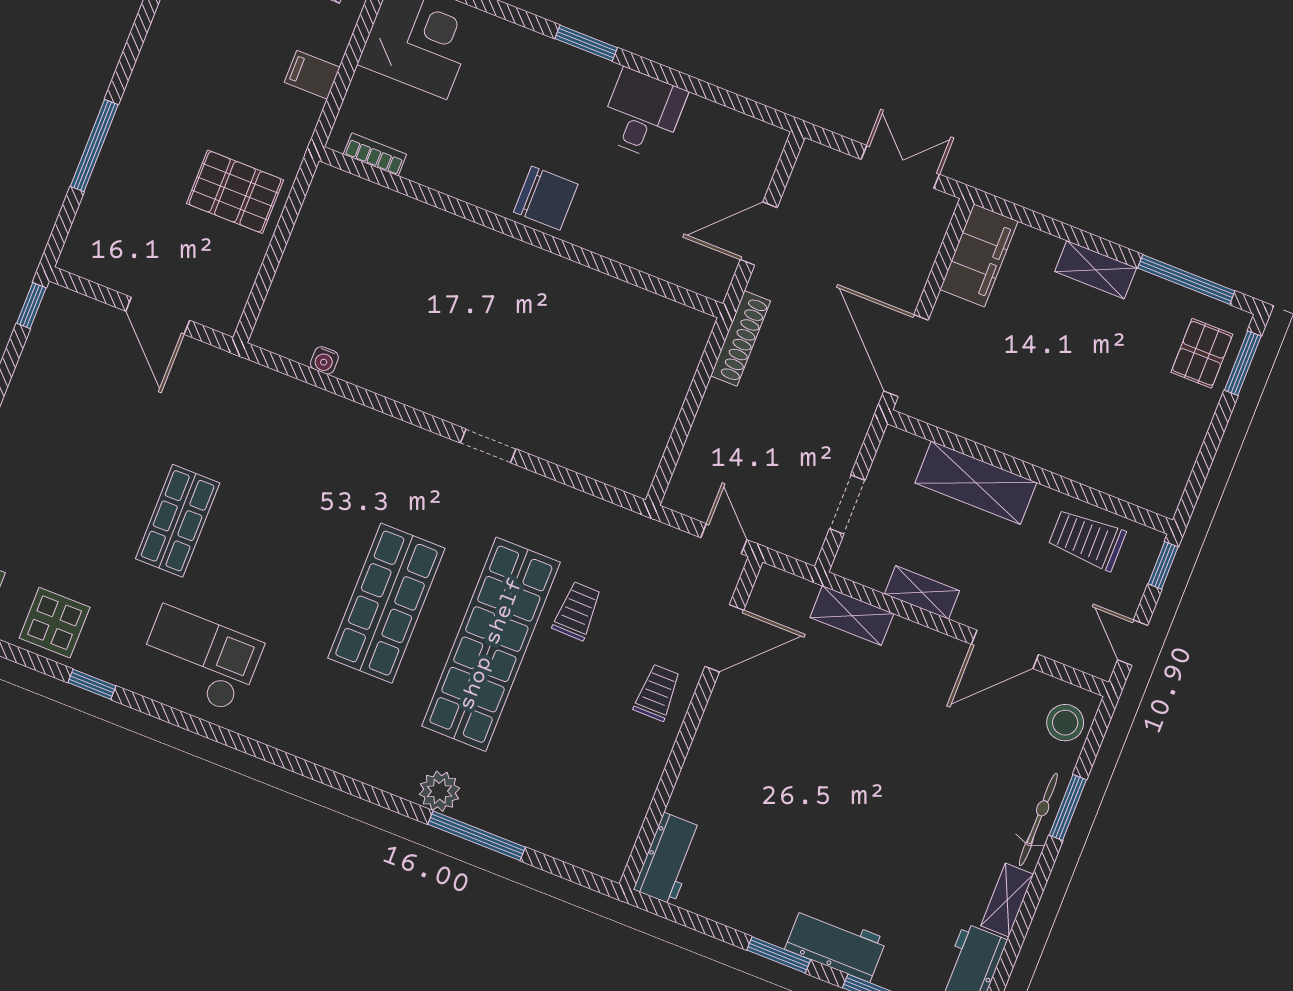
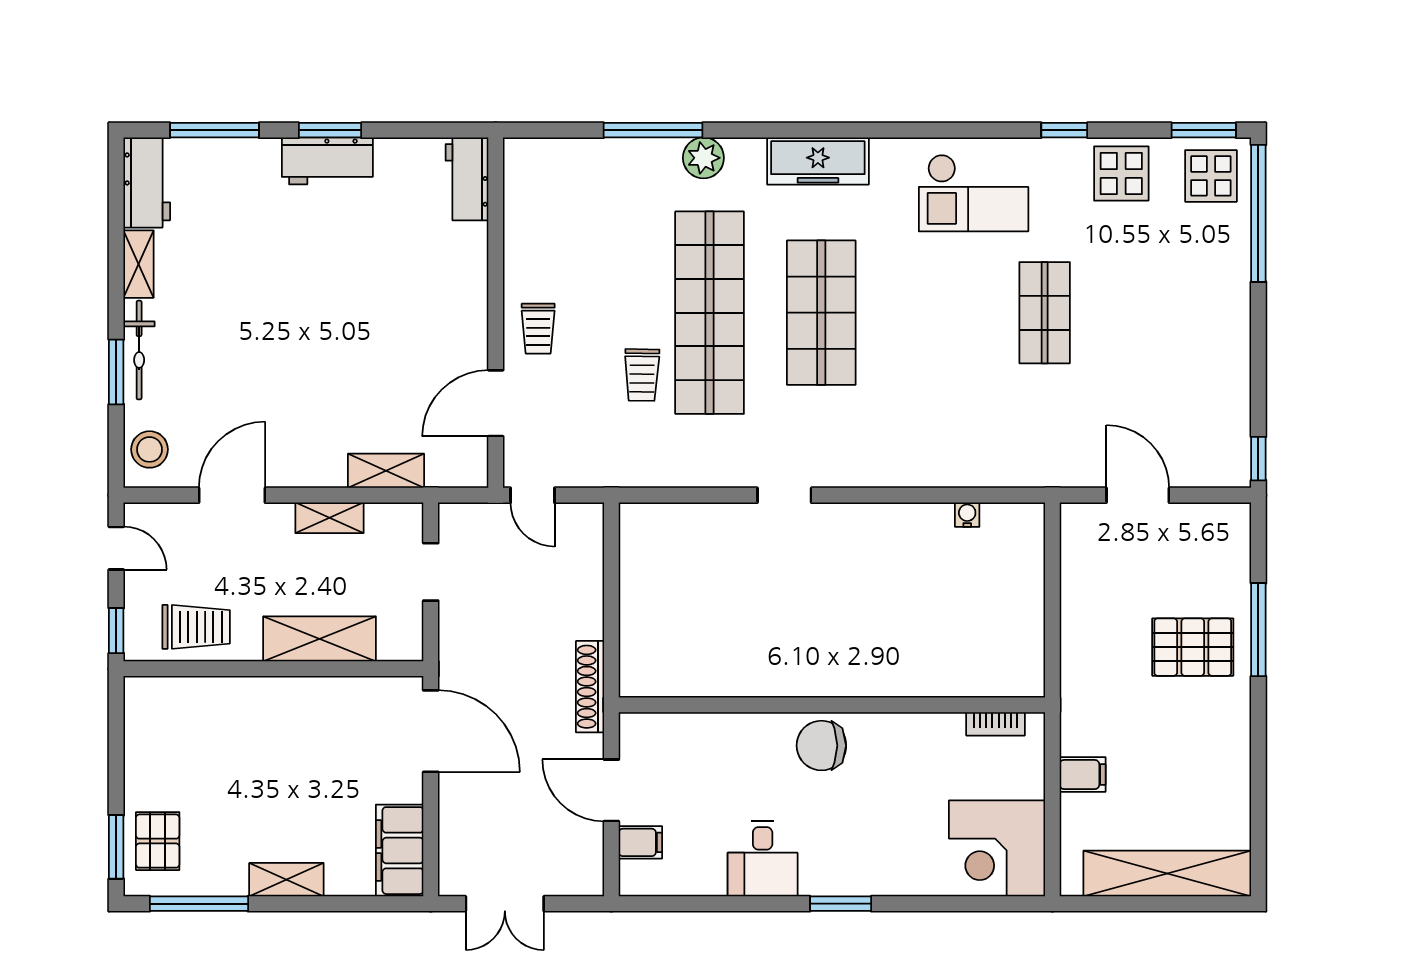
filing cabinet: (751, 174) -> (640, 842), added
pallet: (235, 192) -> (1193, 647), moved
door: (759, 234) -> (611, 790), swing flipped
freezer: (334, 746) -> (818, 161), added
workbench: (836, 944) -> (327, 161), moved

